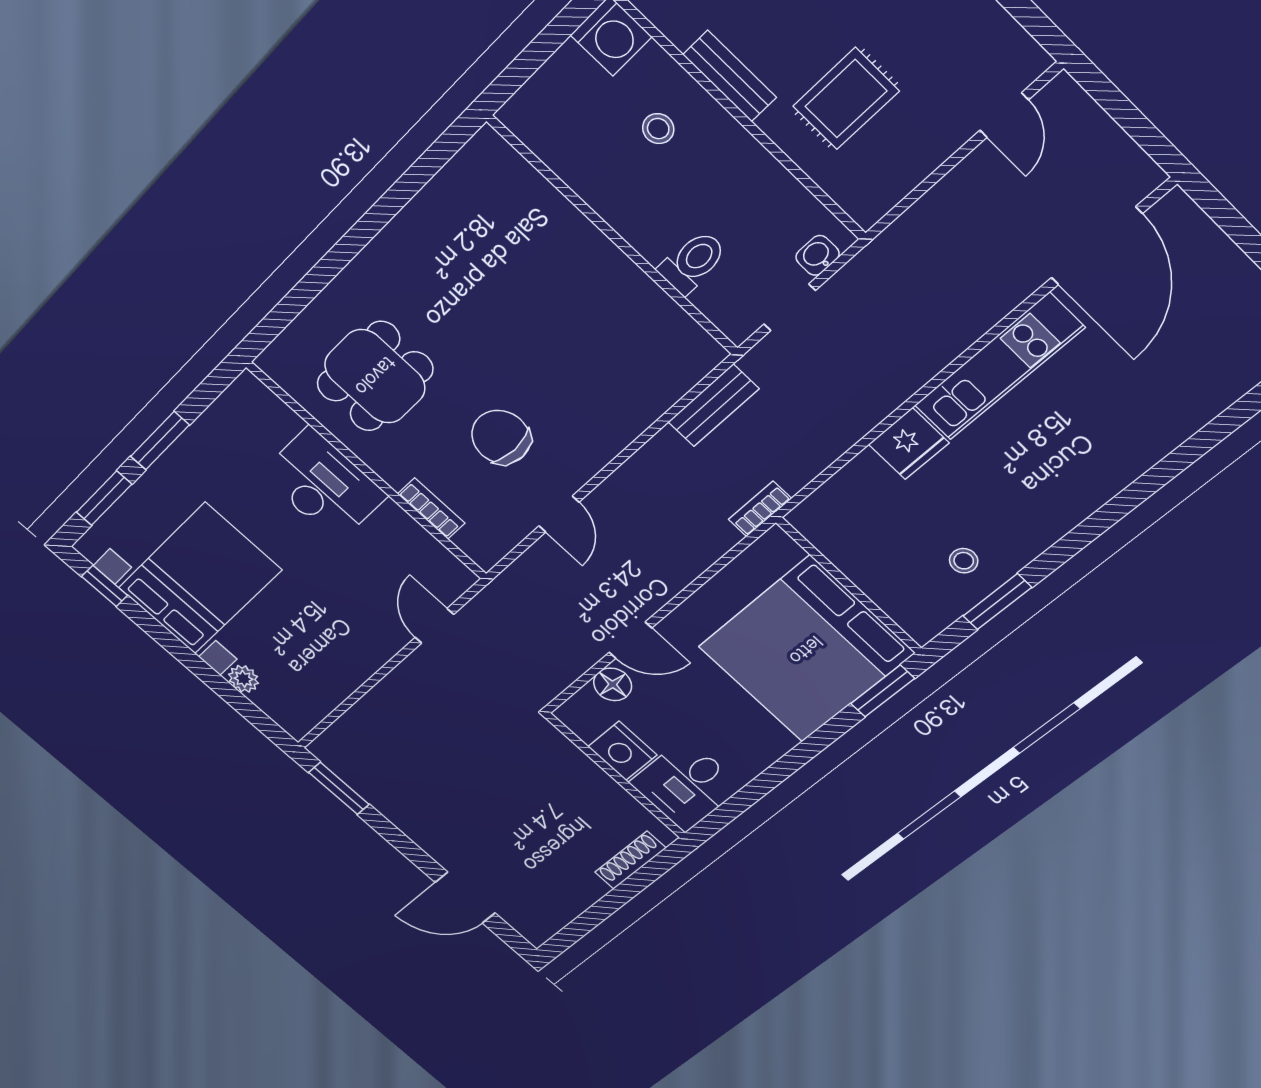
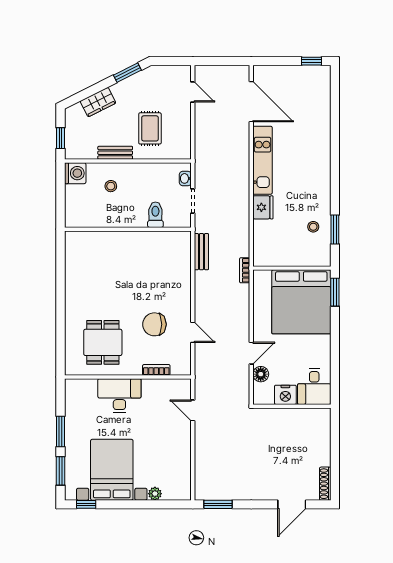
shoe rack: (630, 860) -> (325, 484), moved

